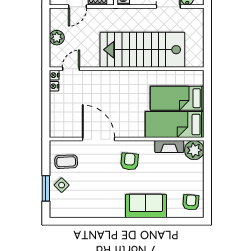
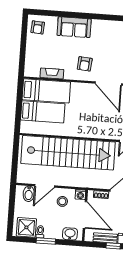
stairs: (142, 50) -> (68, 153), width x1.36
plant: (194, 150) -> (32, 69), removed

